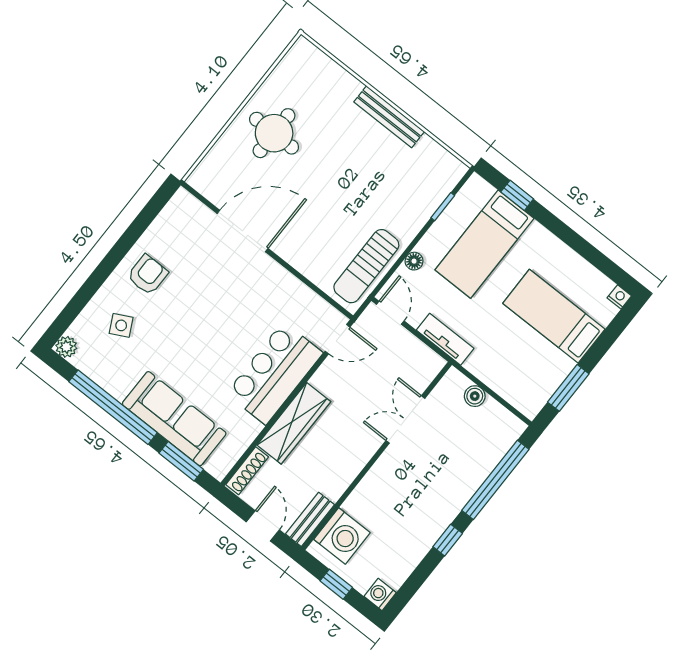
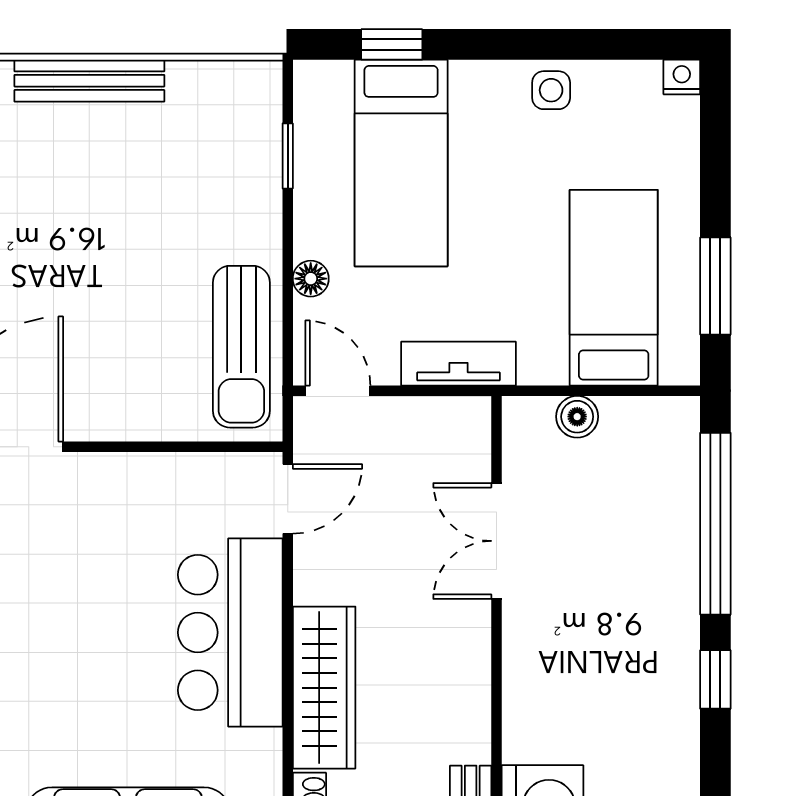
side table: (565, 262) -> (551, 90), added
bed: (554, 316) -> (614, 288), moved, turned 90

